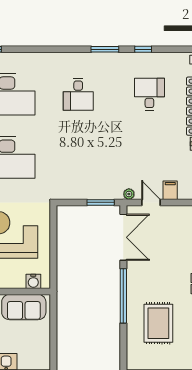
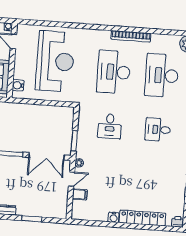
desk: (149, 94) -> (110, 126), moved, turned 90

